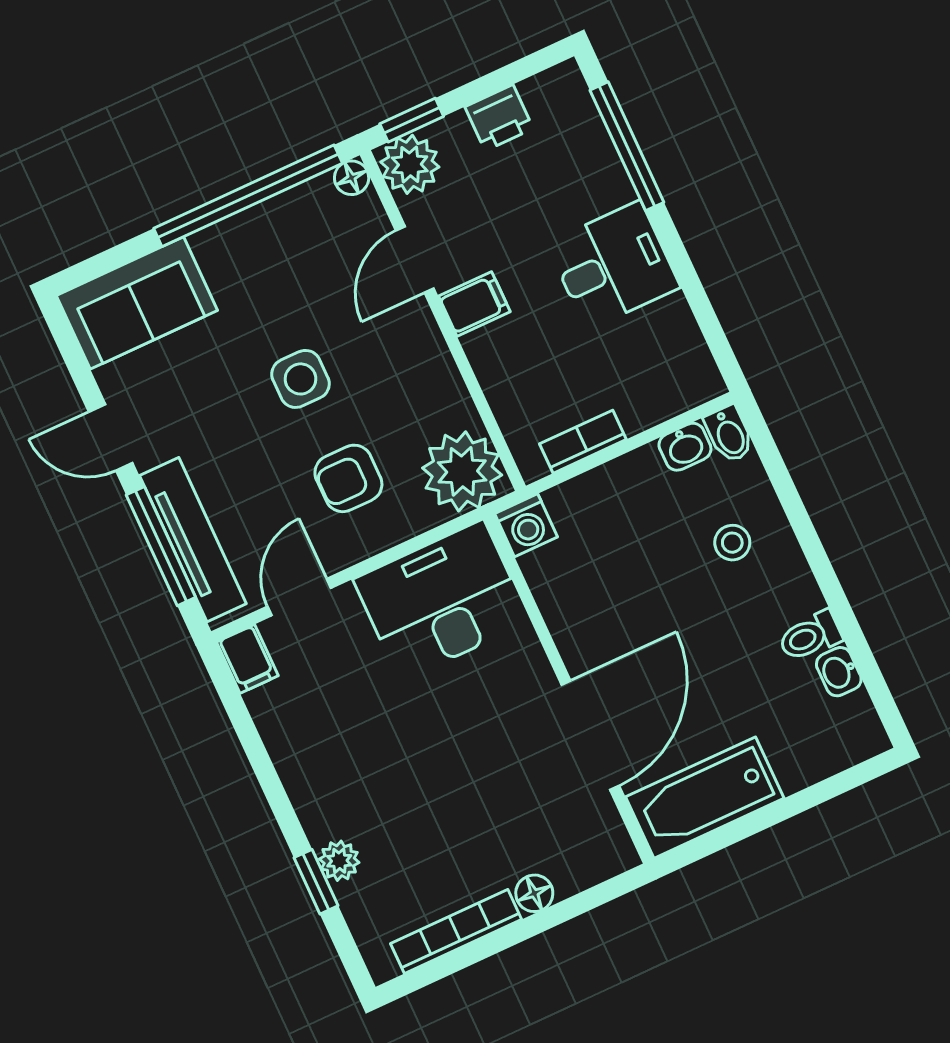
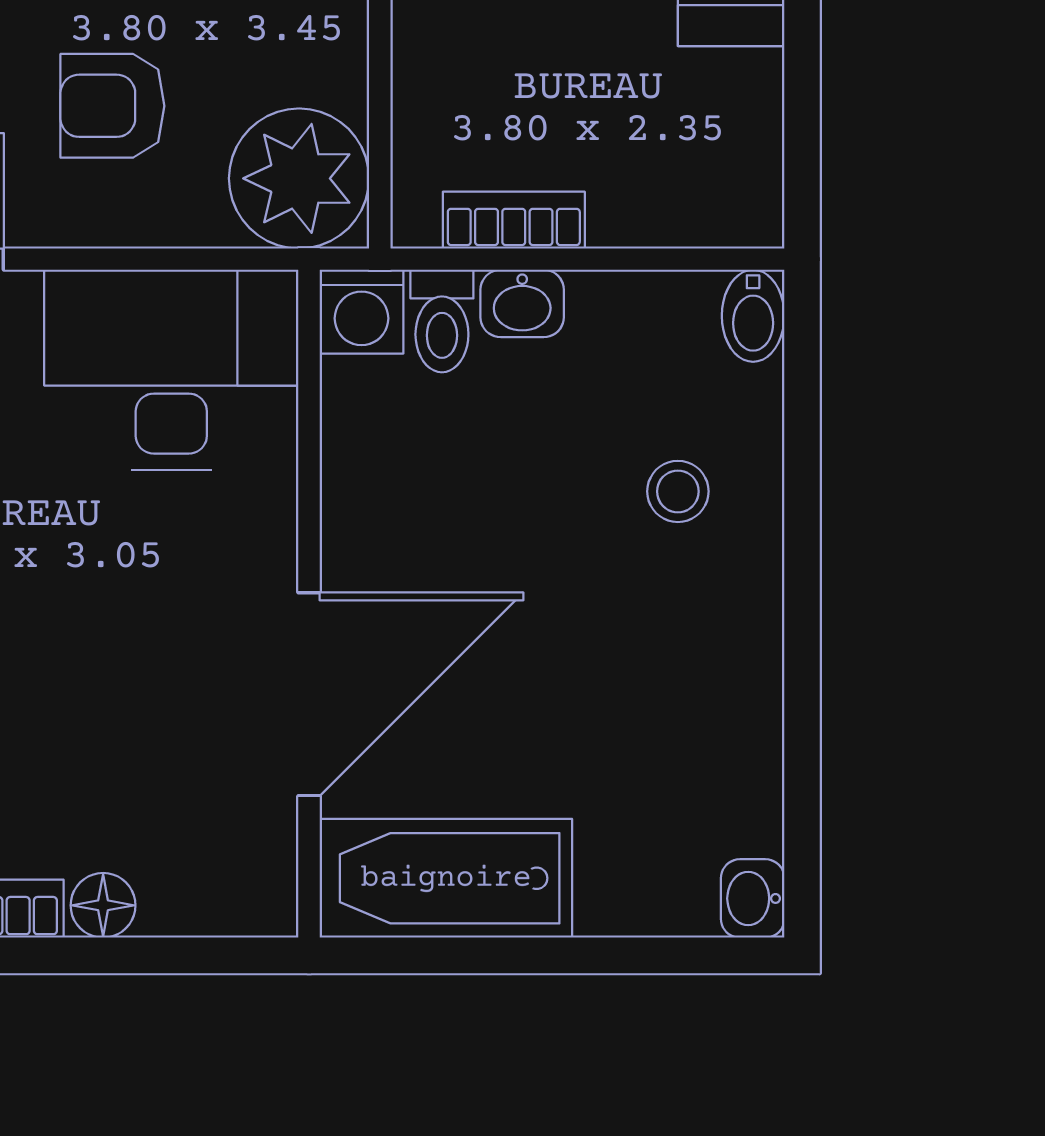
washbasin: (685, 447) -> (522, 303), moved
toilet: (810, 636) -> (442, 321), moved, turned -90
washbasin: (839, 672) -> (753, 898), moved

